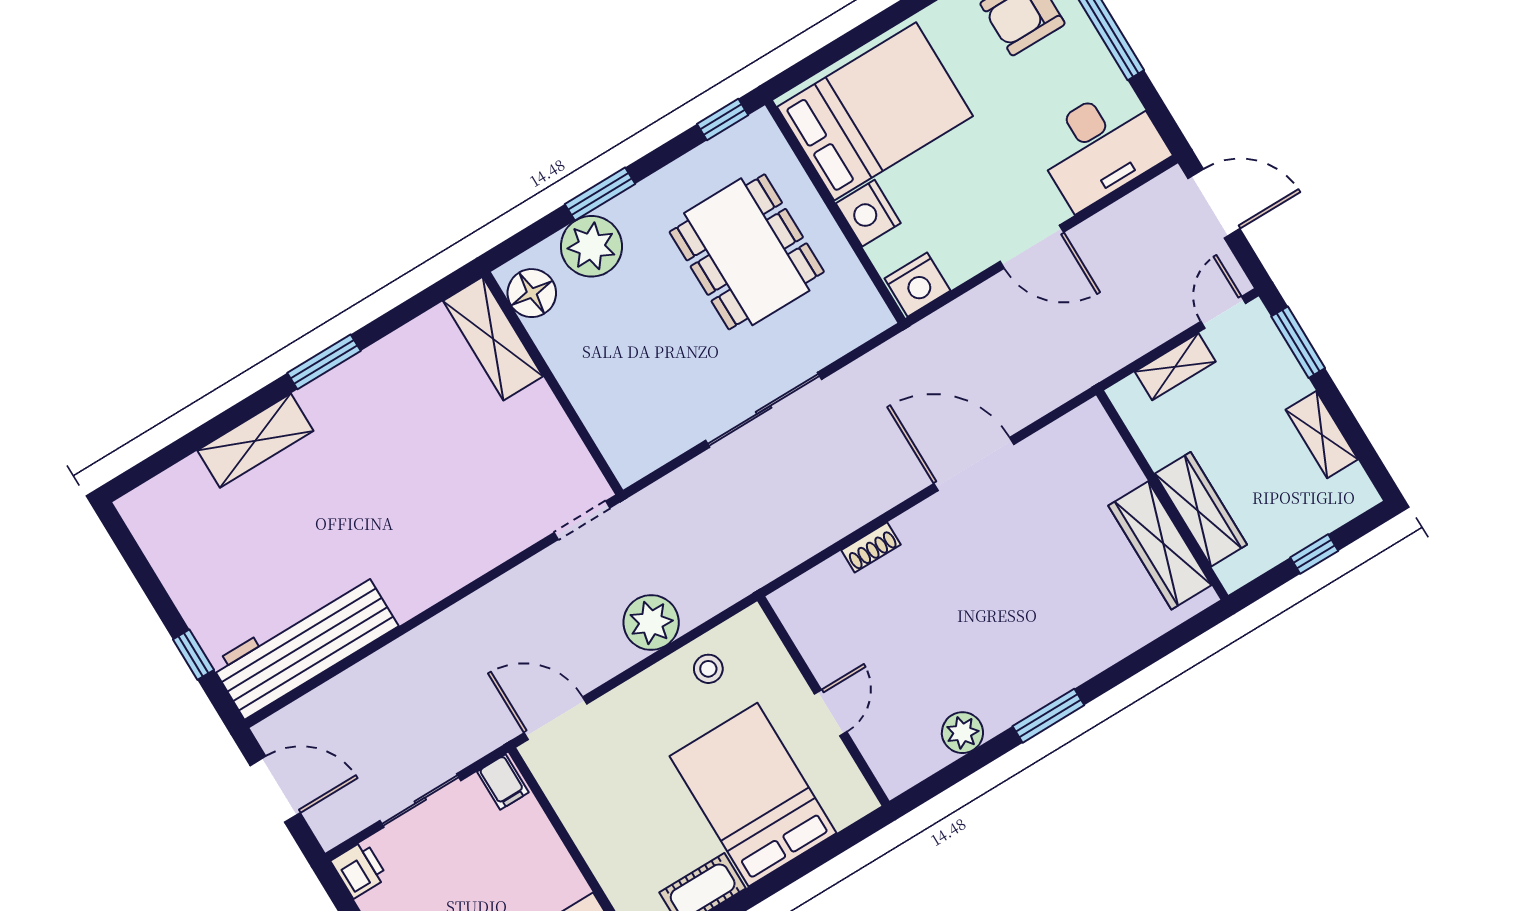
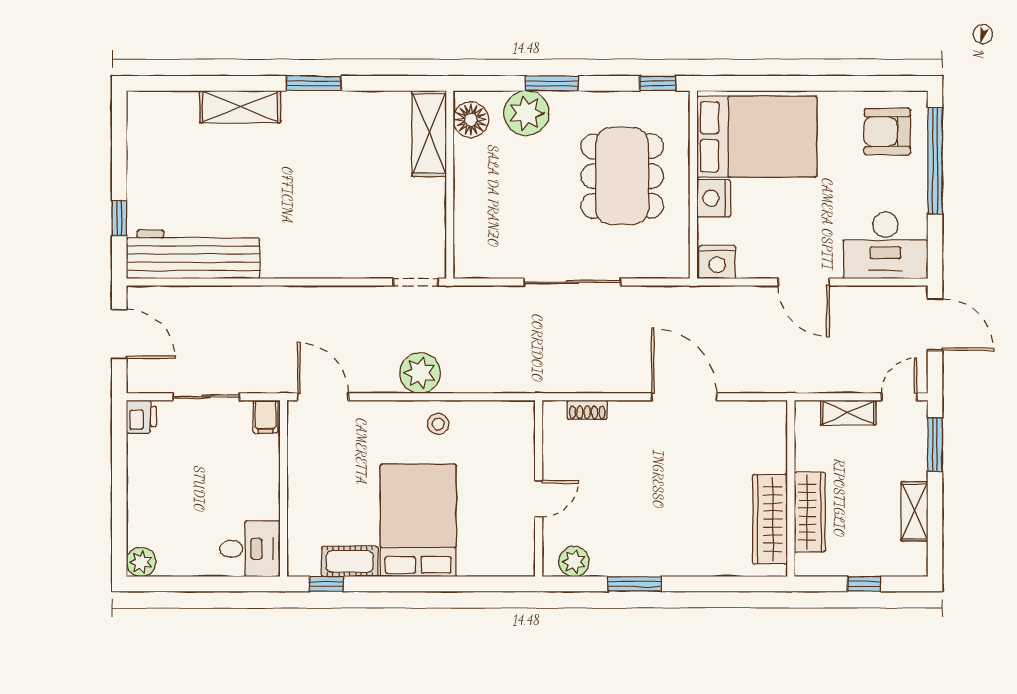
wall: (823, 701) -> (539, 488), moved
door: (831, 713) -> (539, 499), moved

